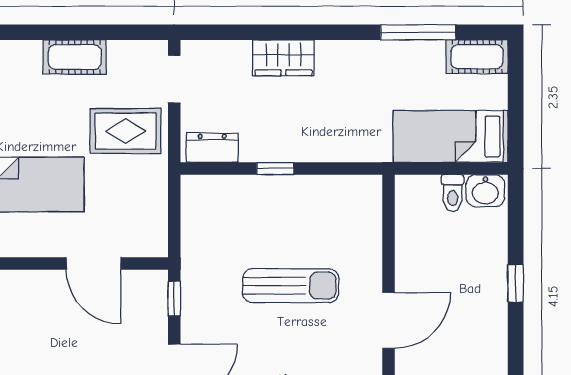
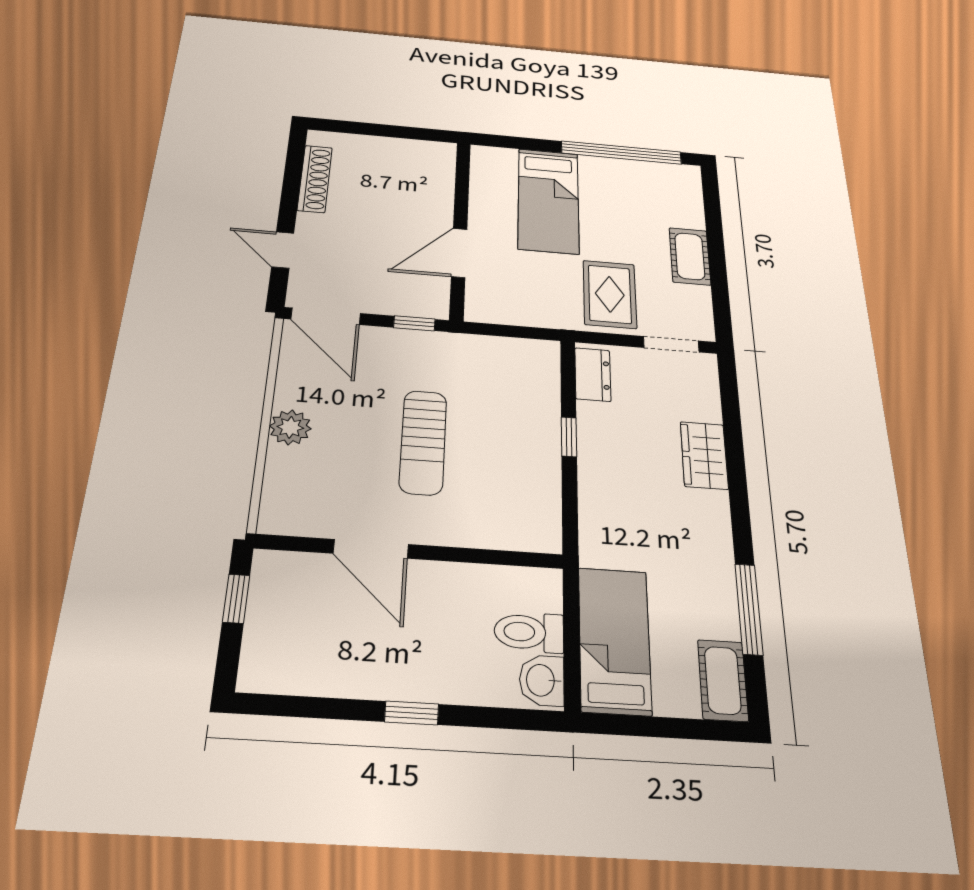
toilet: (453, 193) -> (529, 632), width x1.37, depth x1.39

